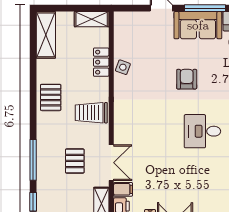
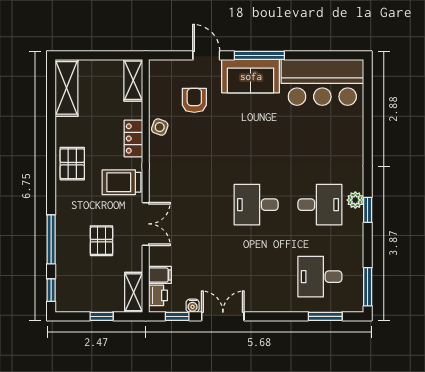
shelving: (92, 19) -> (133, 80), moved, turned 90
locker: (101, 62) -> (133, 138), moved
armchair: (187, 79) -> (194, 100), moved
double door: (111, 163) -> (146, 224), moved

